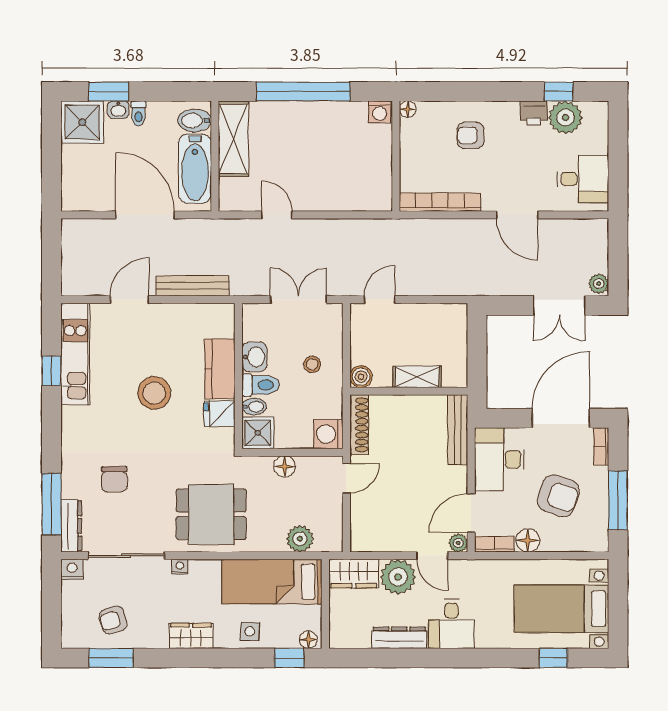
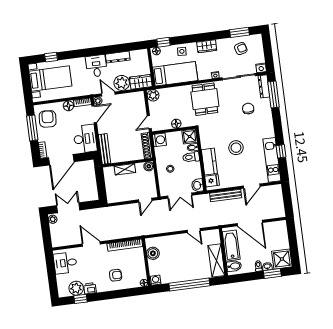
boiler: (378, 175) -> (153, 253), added
washbasin: (254, 357) -> (197, 185), moved
fridge: (219, 414) -> (212, 181), moved
armchair: (558, 496) -> (48, 119), moved, turned 75
dining table: (211, 514) -> (205, 99), turned 90
plant: (300, 539) -> (153, 95), moved

